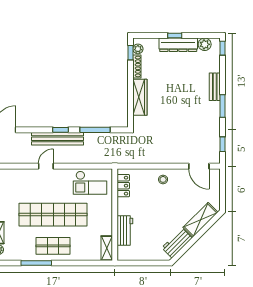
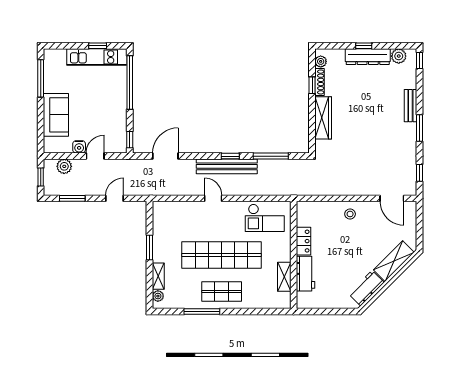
window: (130, 53) -> (312, 85), moved
door: (46, 166) -> (213, 198), hinge flipped
locker: (123, 186) -> (304, 241), moved
shelving: (107, 248) -> (284, 277), moved

